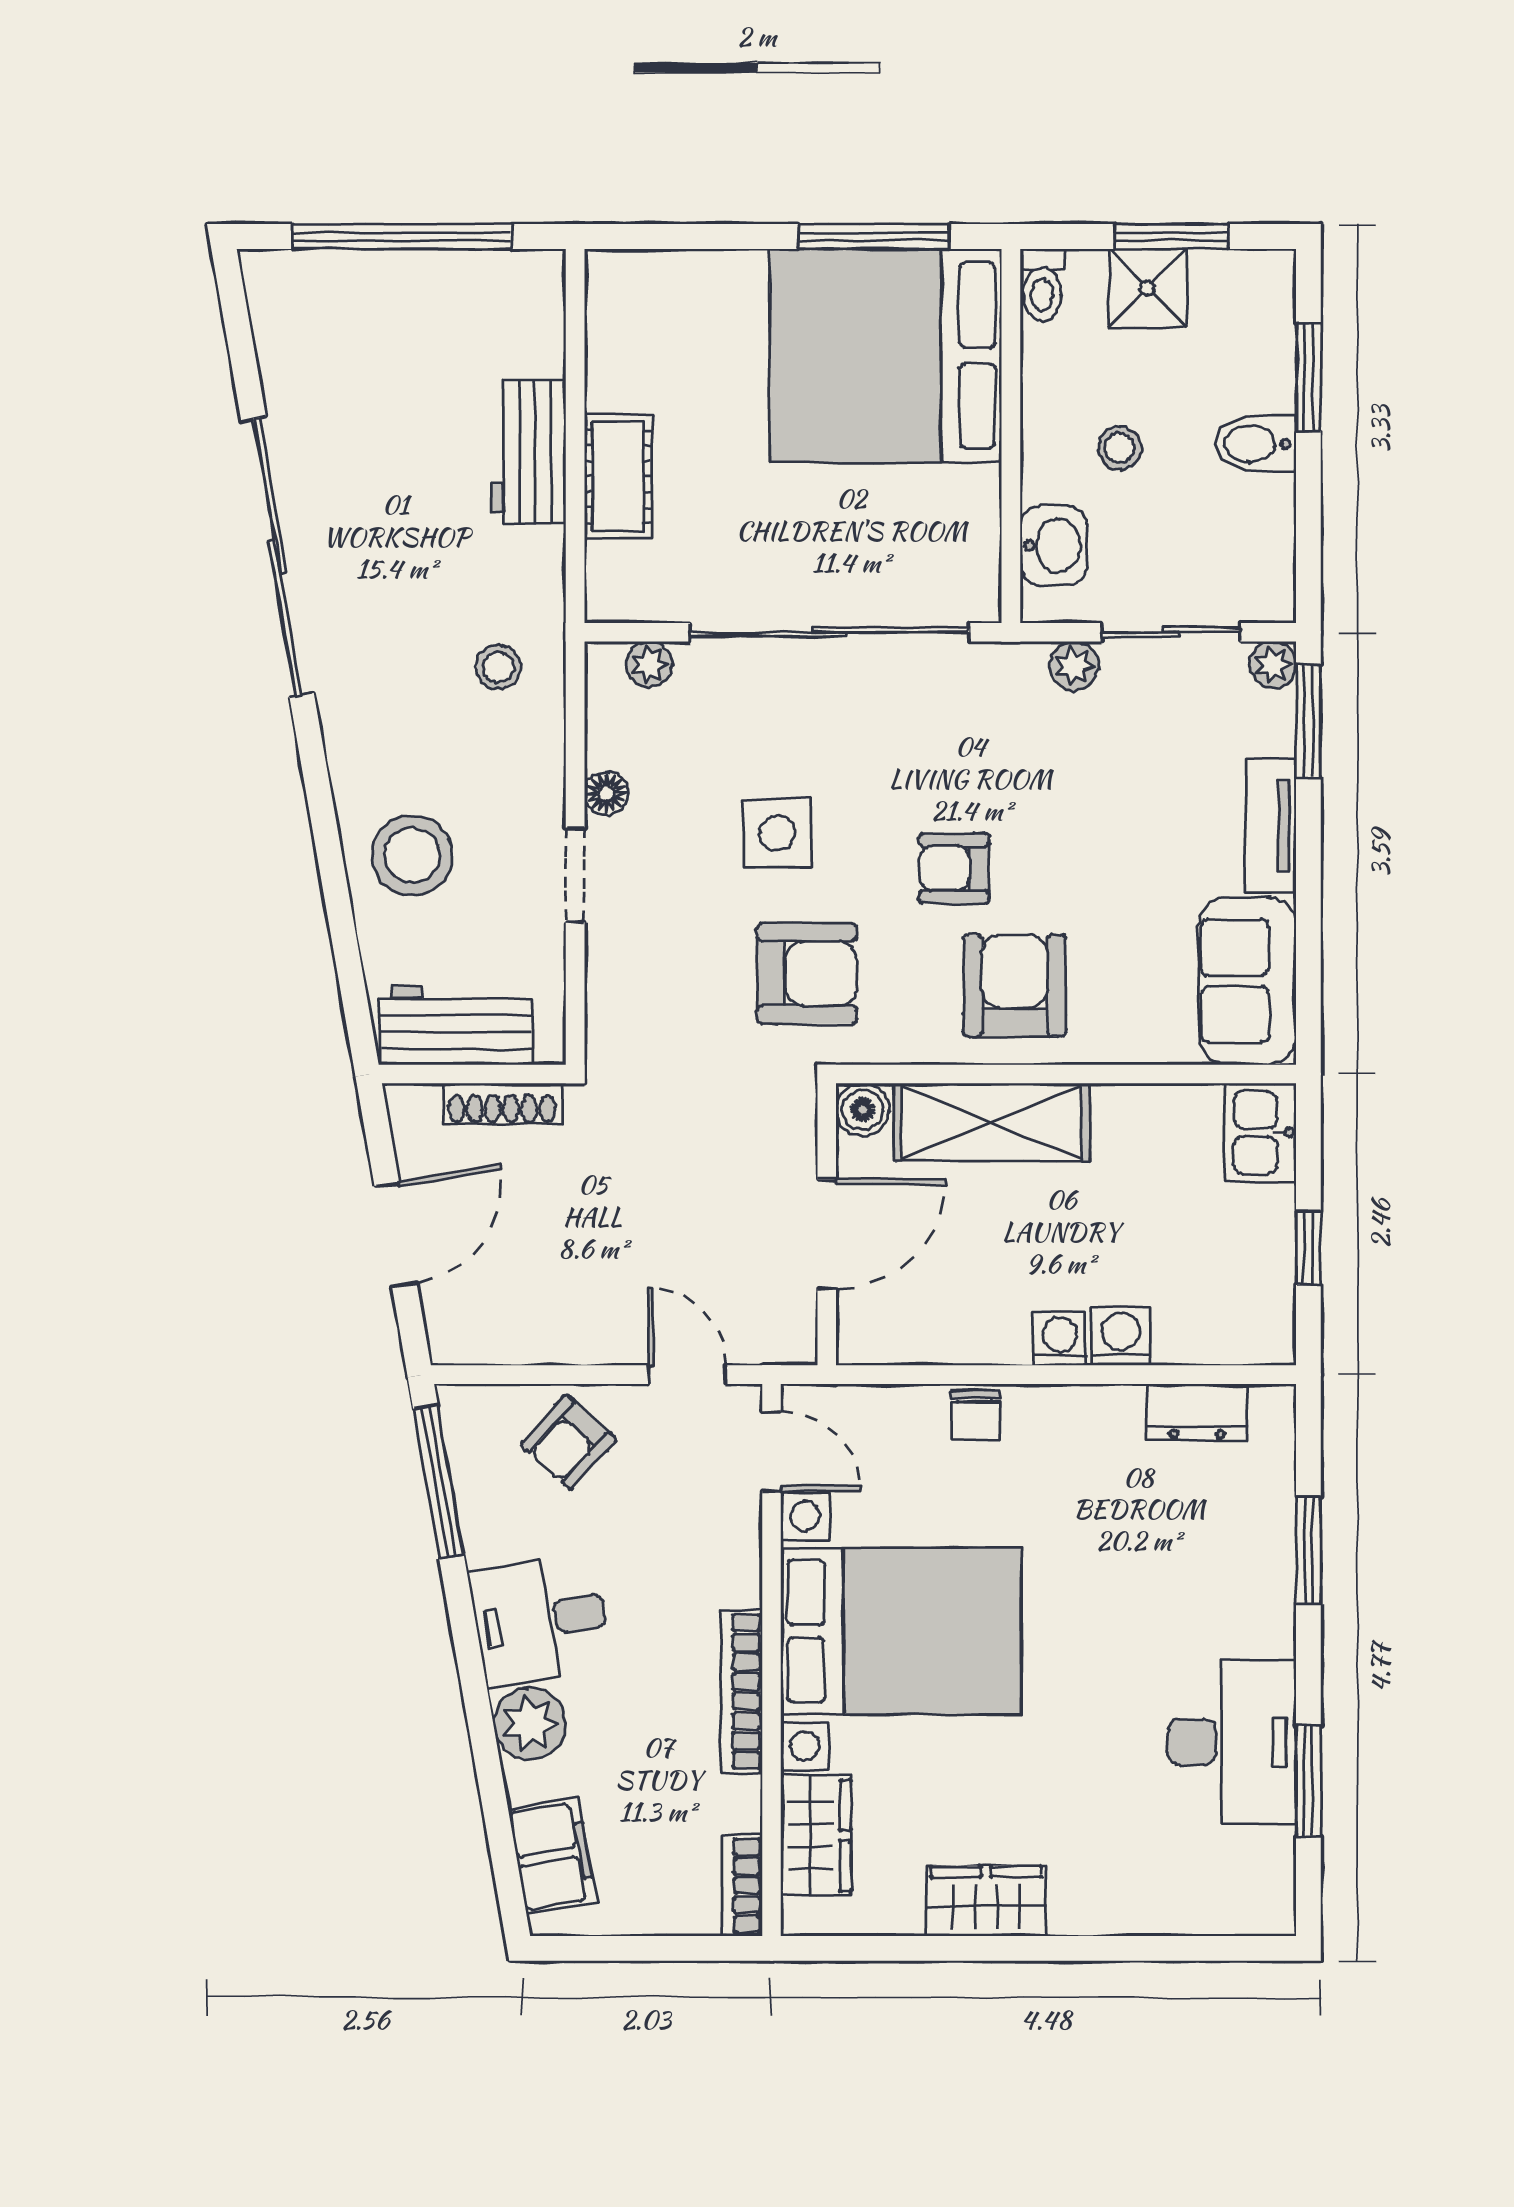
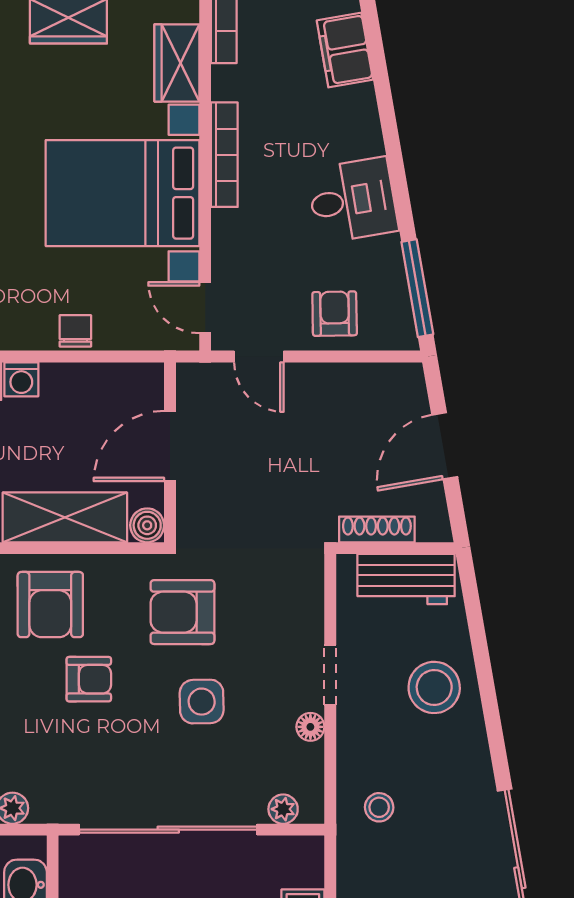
armchair: (568, 1442) -> (335, 314), turned -43
plant: (530, 1724) -> (359, 134), removed

